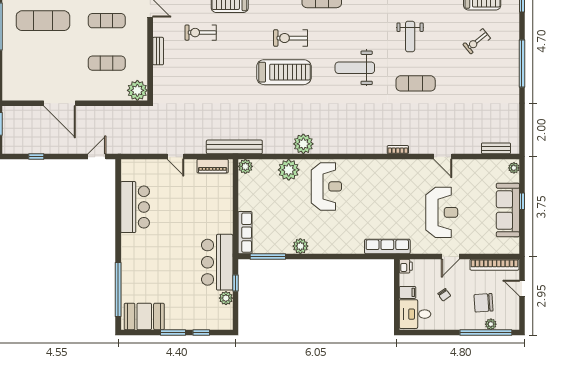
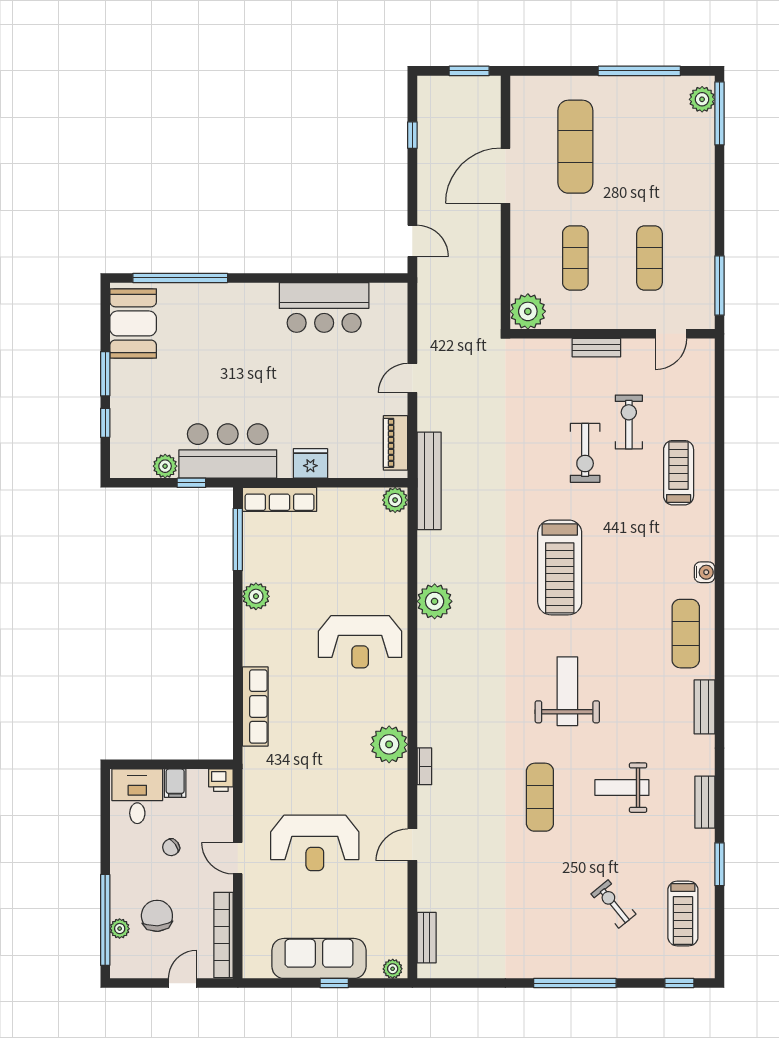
exercise mat: (43, 21) -> (575, 147), moved
exercise bike: (291, 38) -> (585, 453), moved, turned 180
plant: (289, 170) -> (389, 744), moved
fridge: (224, 215) -> (310, 463), added
row of seats: (387, 246) -> (255, 706), moved

